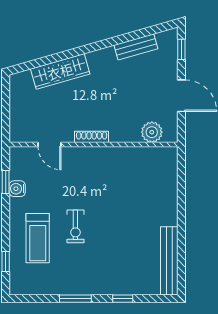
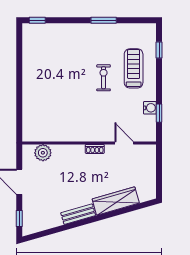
bench: (136, 47) -> (78, 214), moved
shoe rack: (92, 137) -> (95, 149), width x0.70
bench: (169, 261) -> (29, 50), removed
window: (123, 299) -> (37, 20), moved

